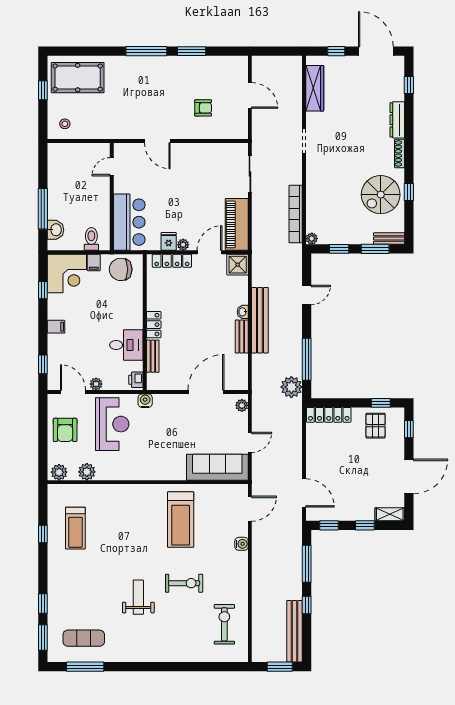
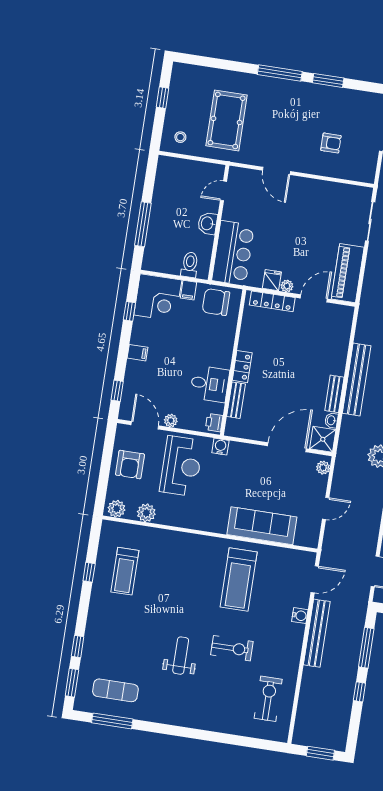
pool table: (78, 78) -> (227, 120), moved, turned 90
washbasin: (56, 230) -> (208, 223), moved, turned 180
shower: (238, 265) -> (323, 439), moved
washbasin: (243, 312) -> (331, 420), moved
sofa: (217, 467) -> (262, 526), moved
bench: (295, 631) -> (317, 633), moved

